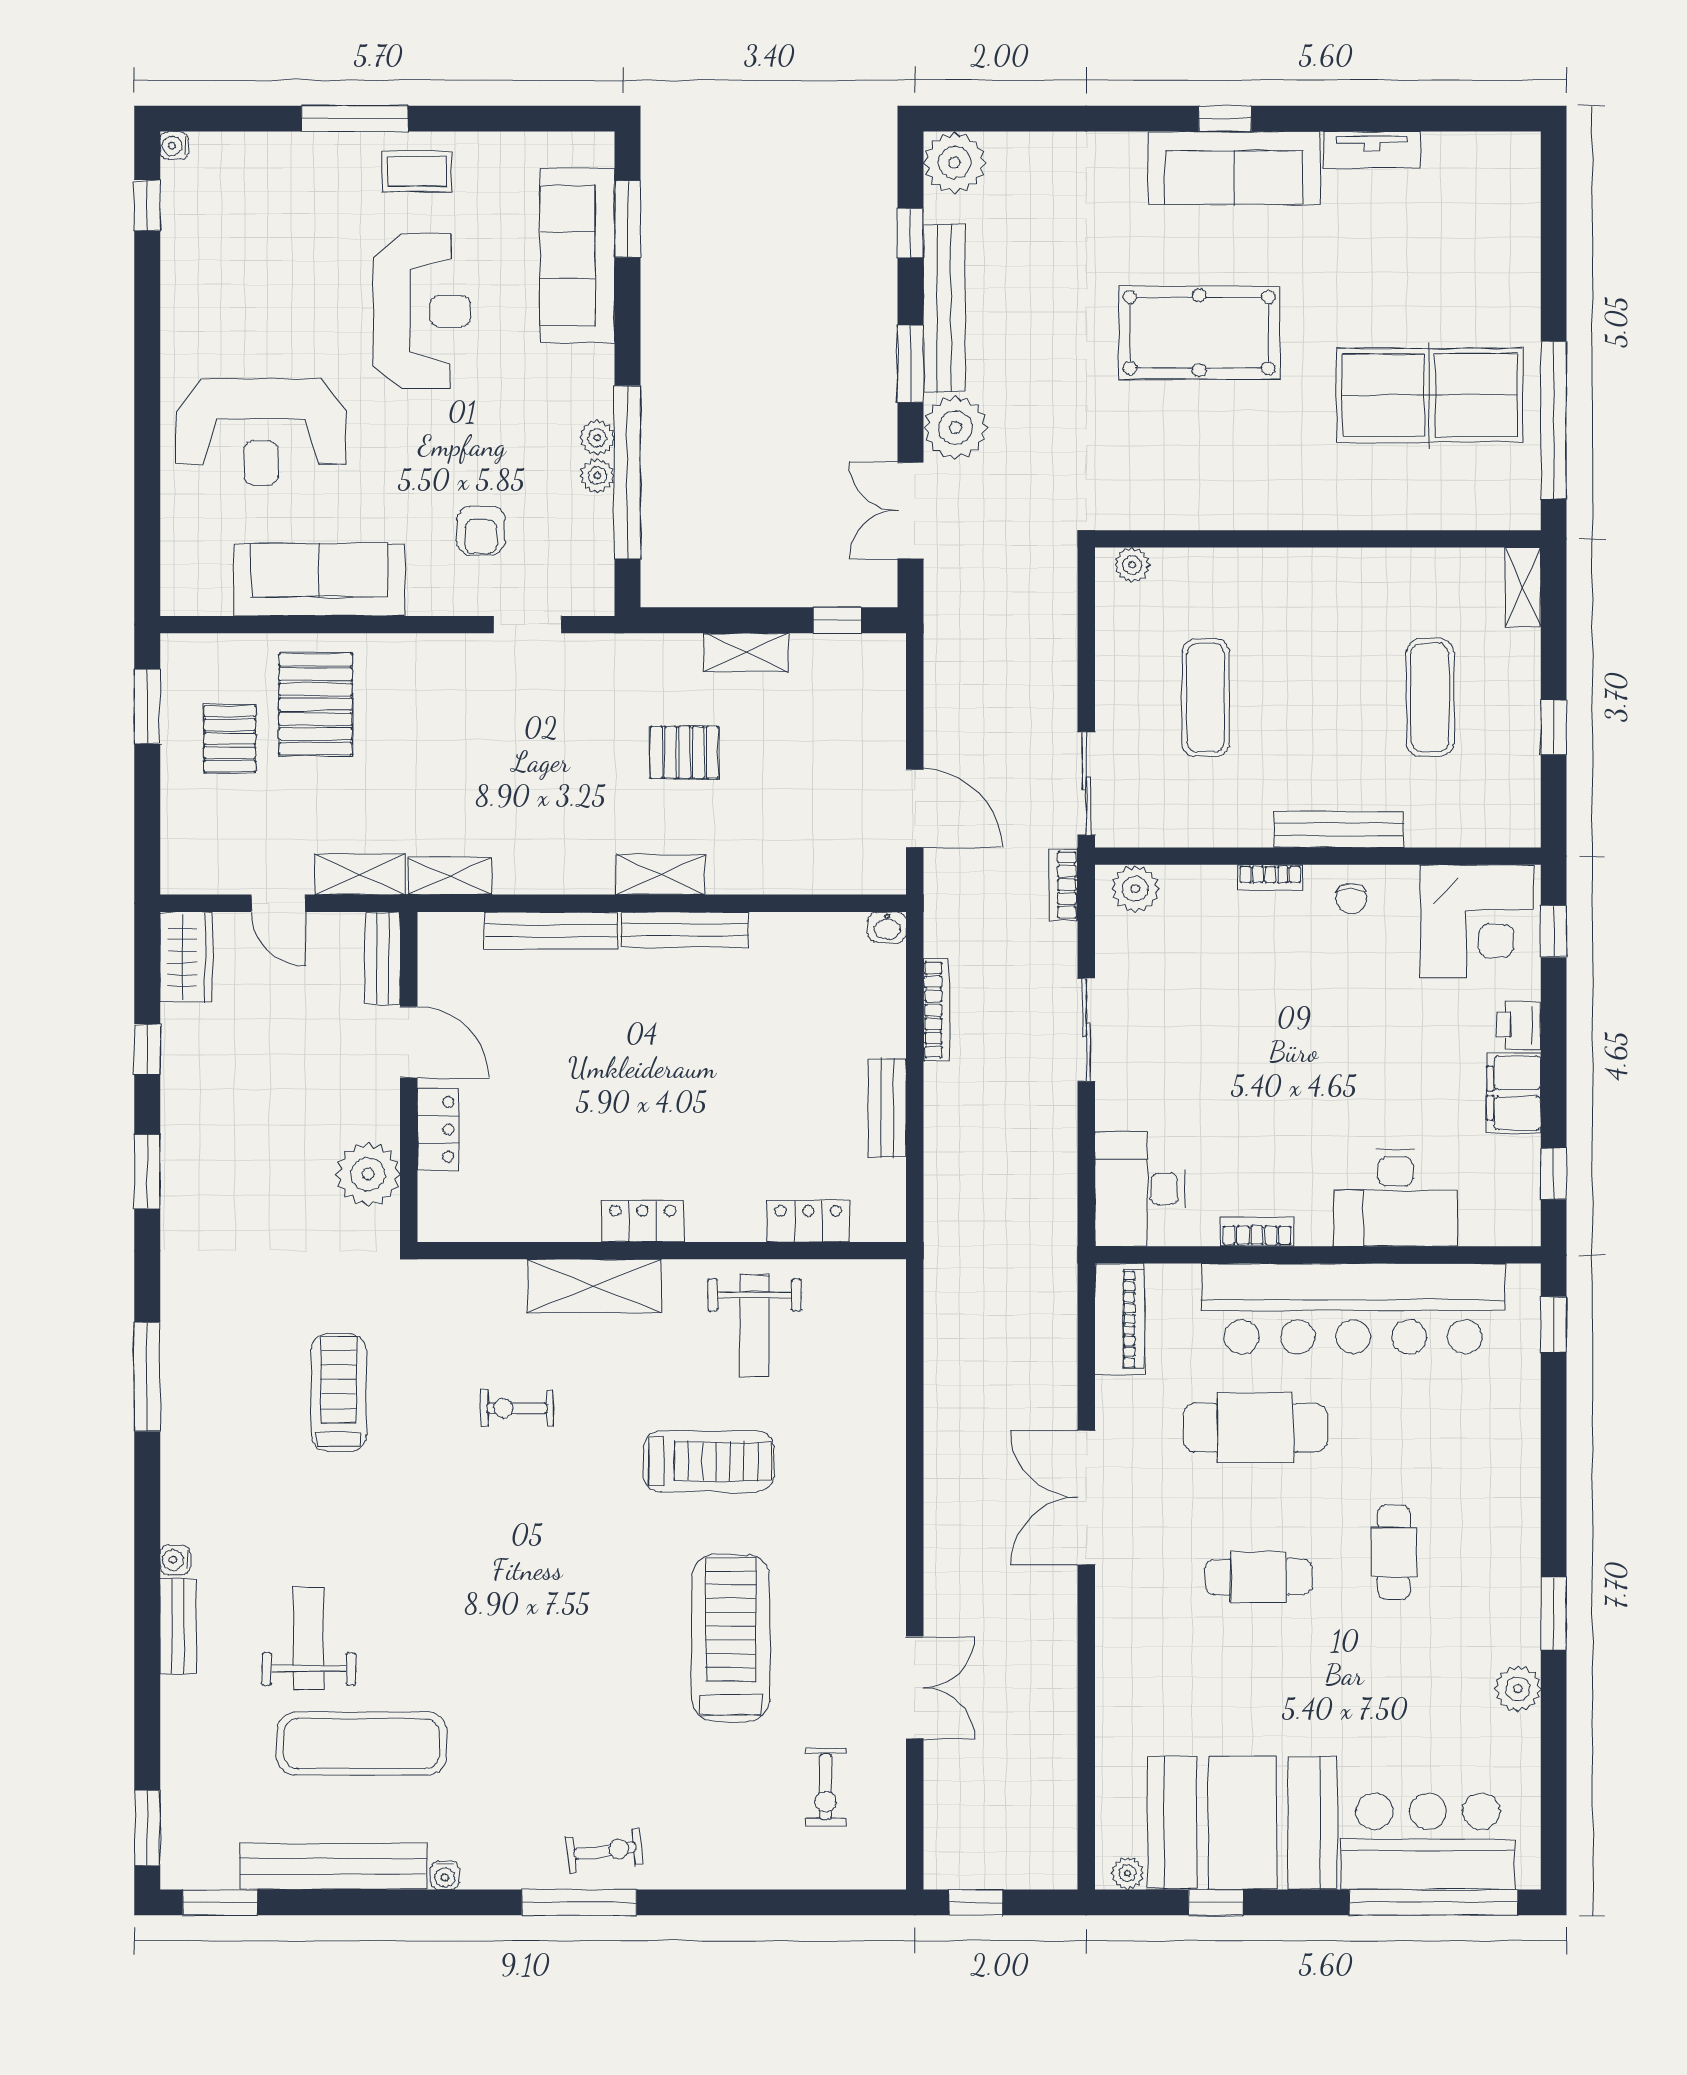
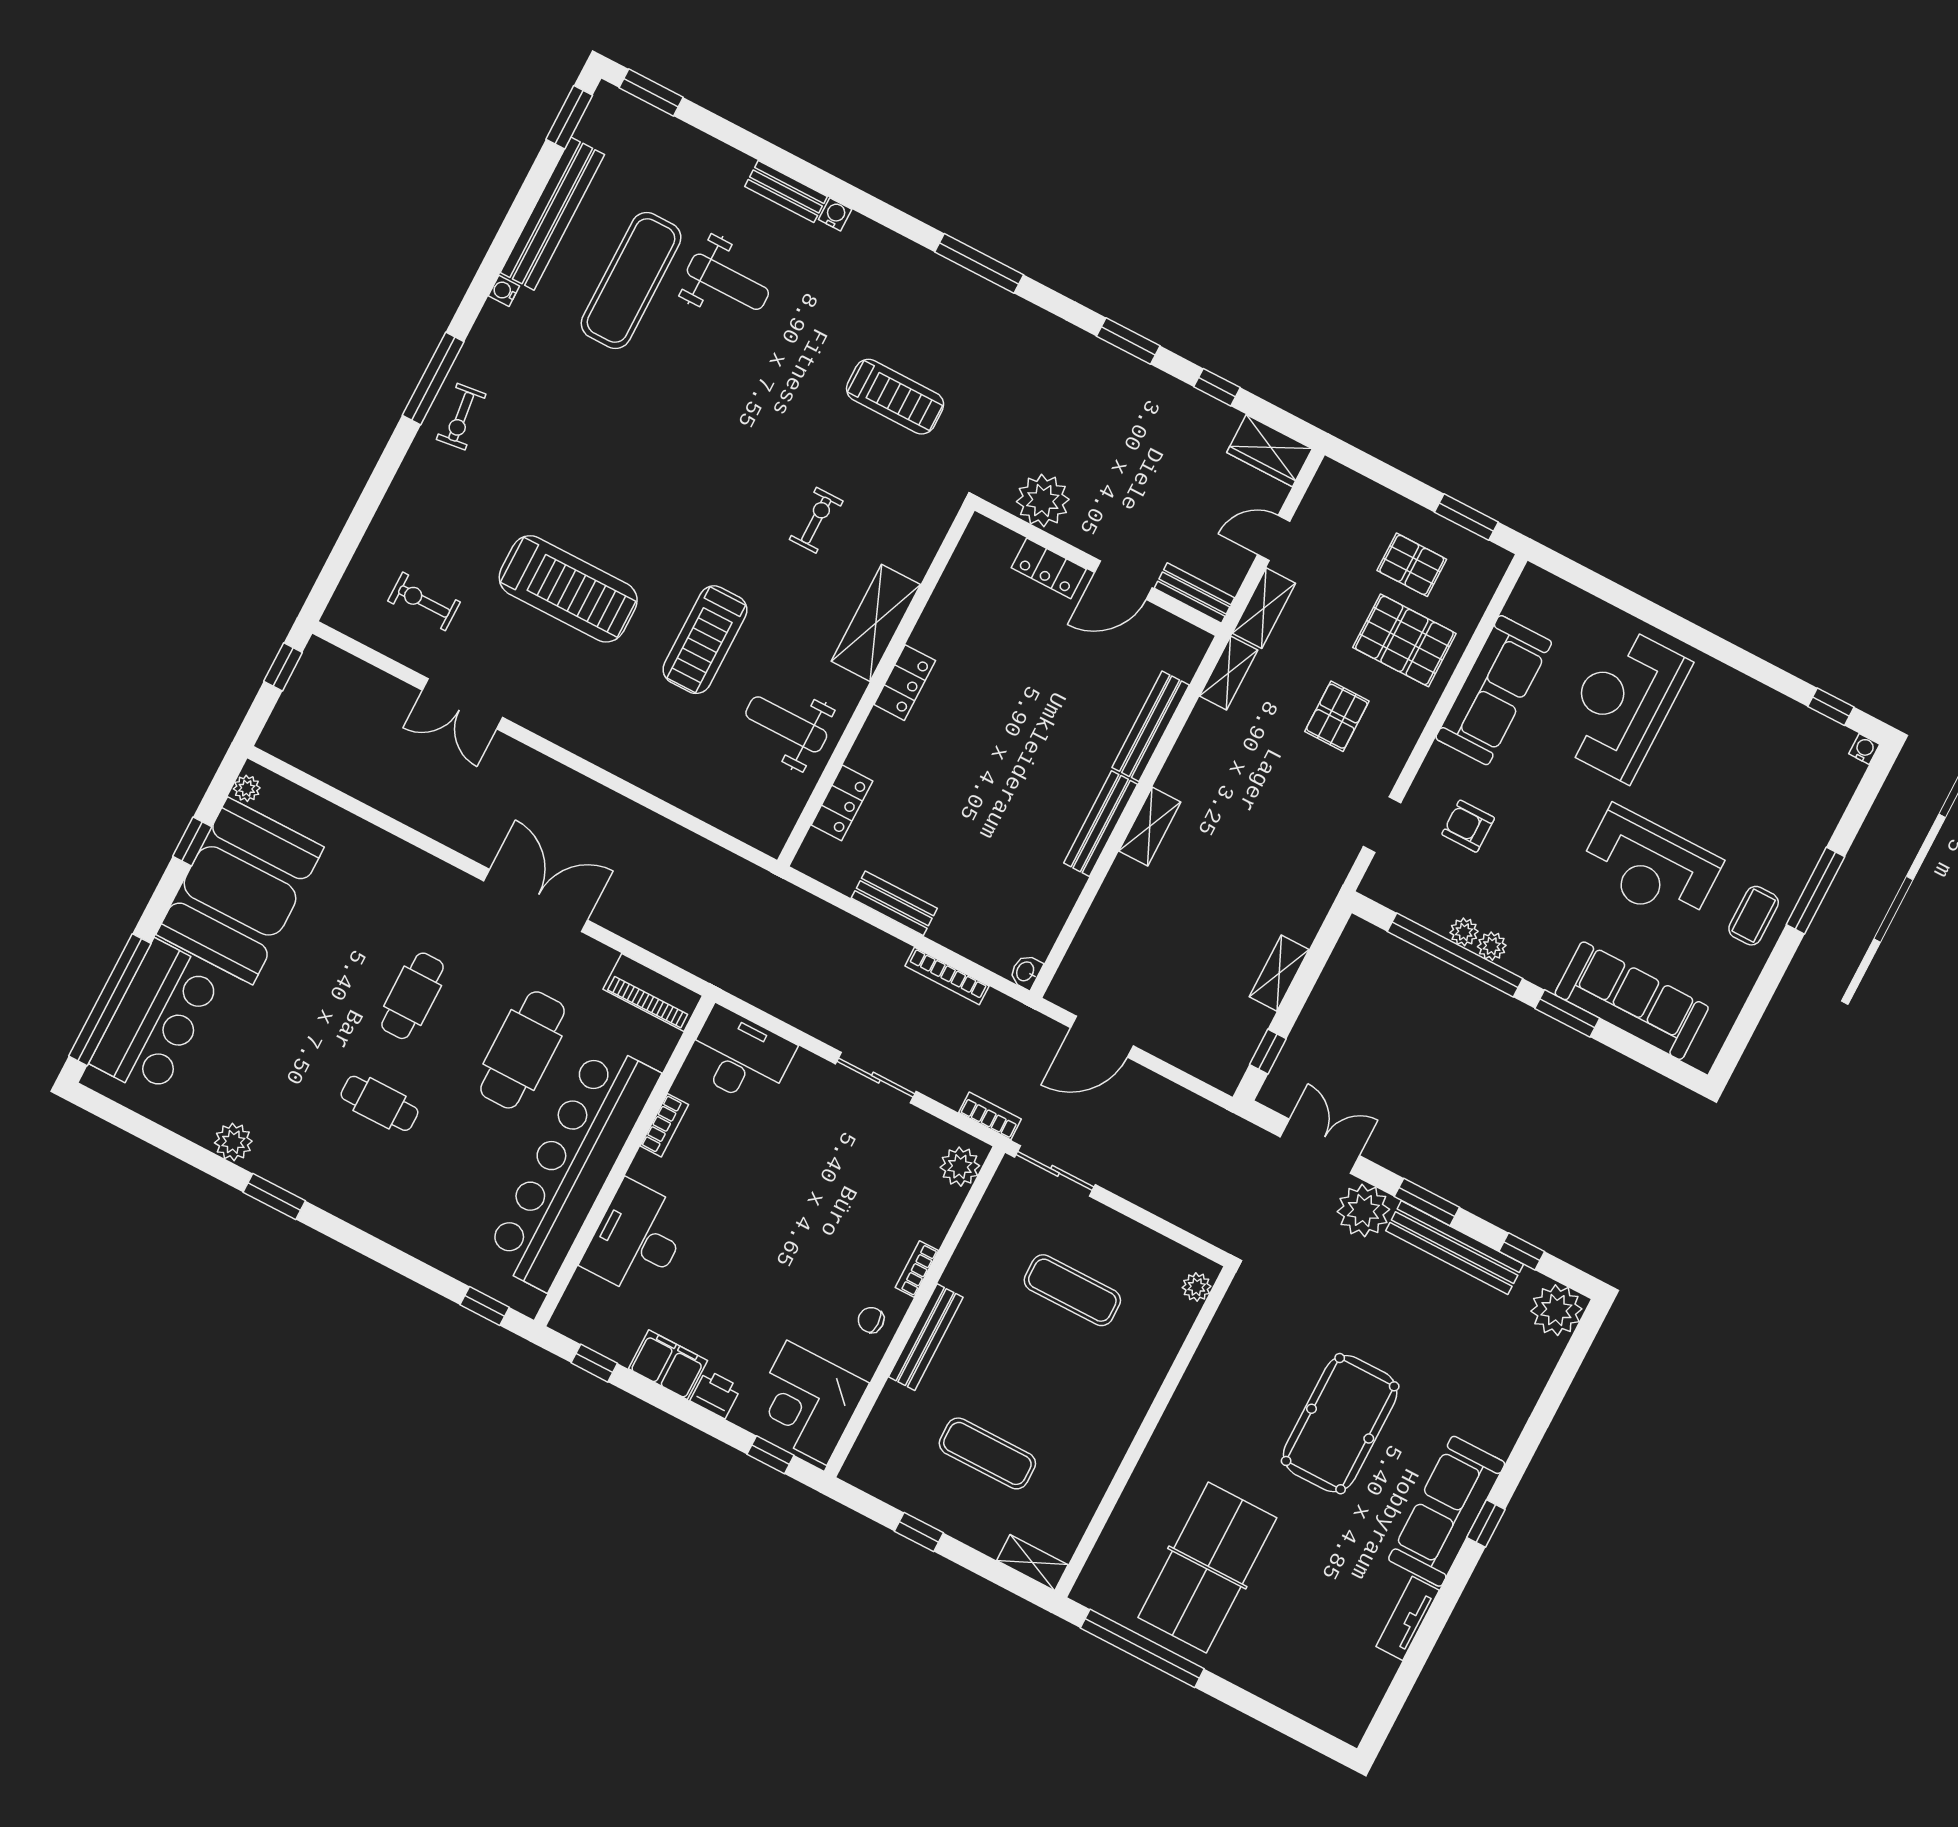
window: (627, 219) -> (1567, 1013), moved
pallet: (684, 752) -> (1337, 716), moved

